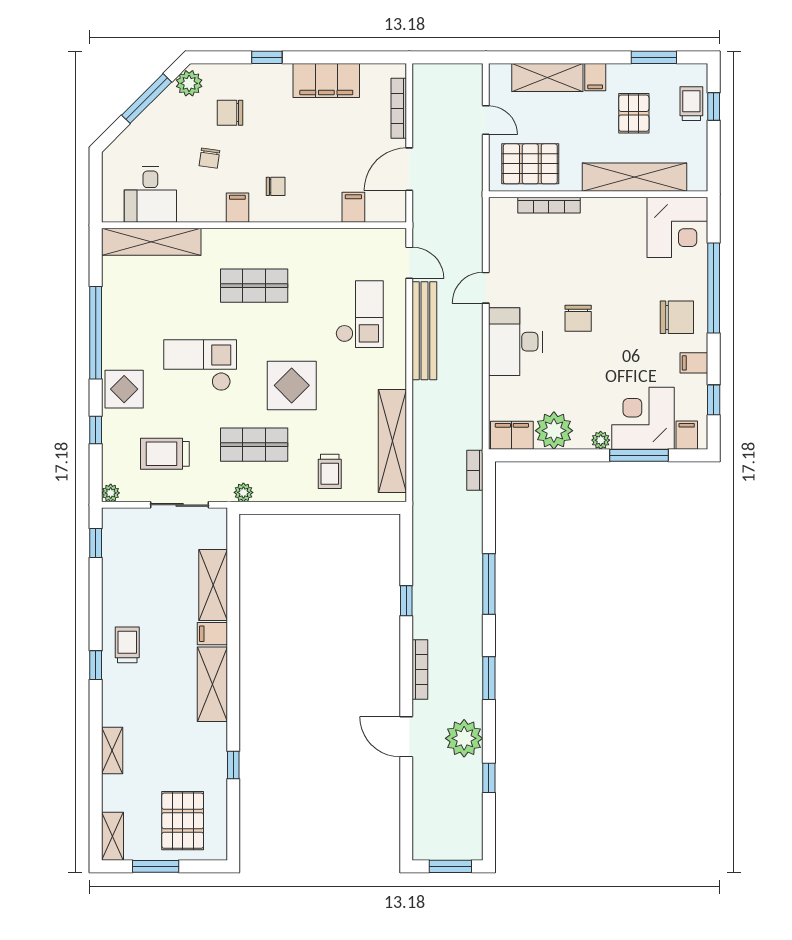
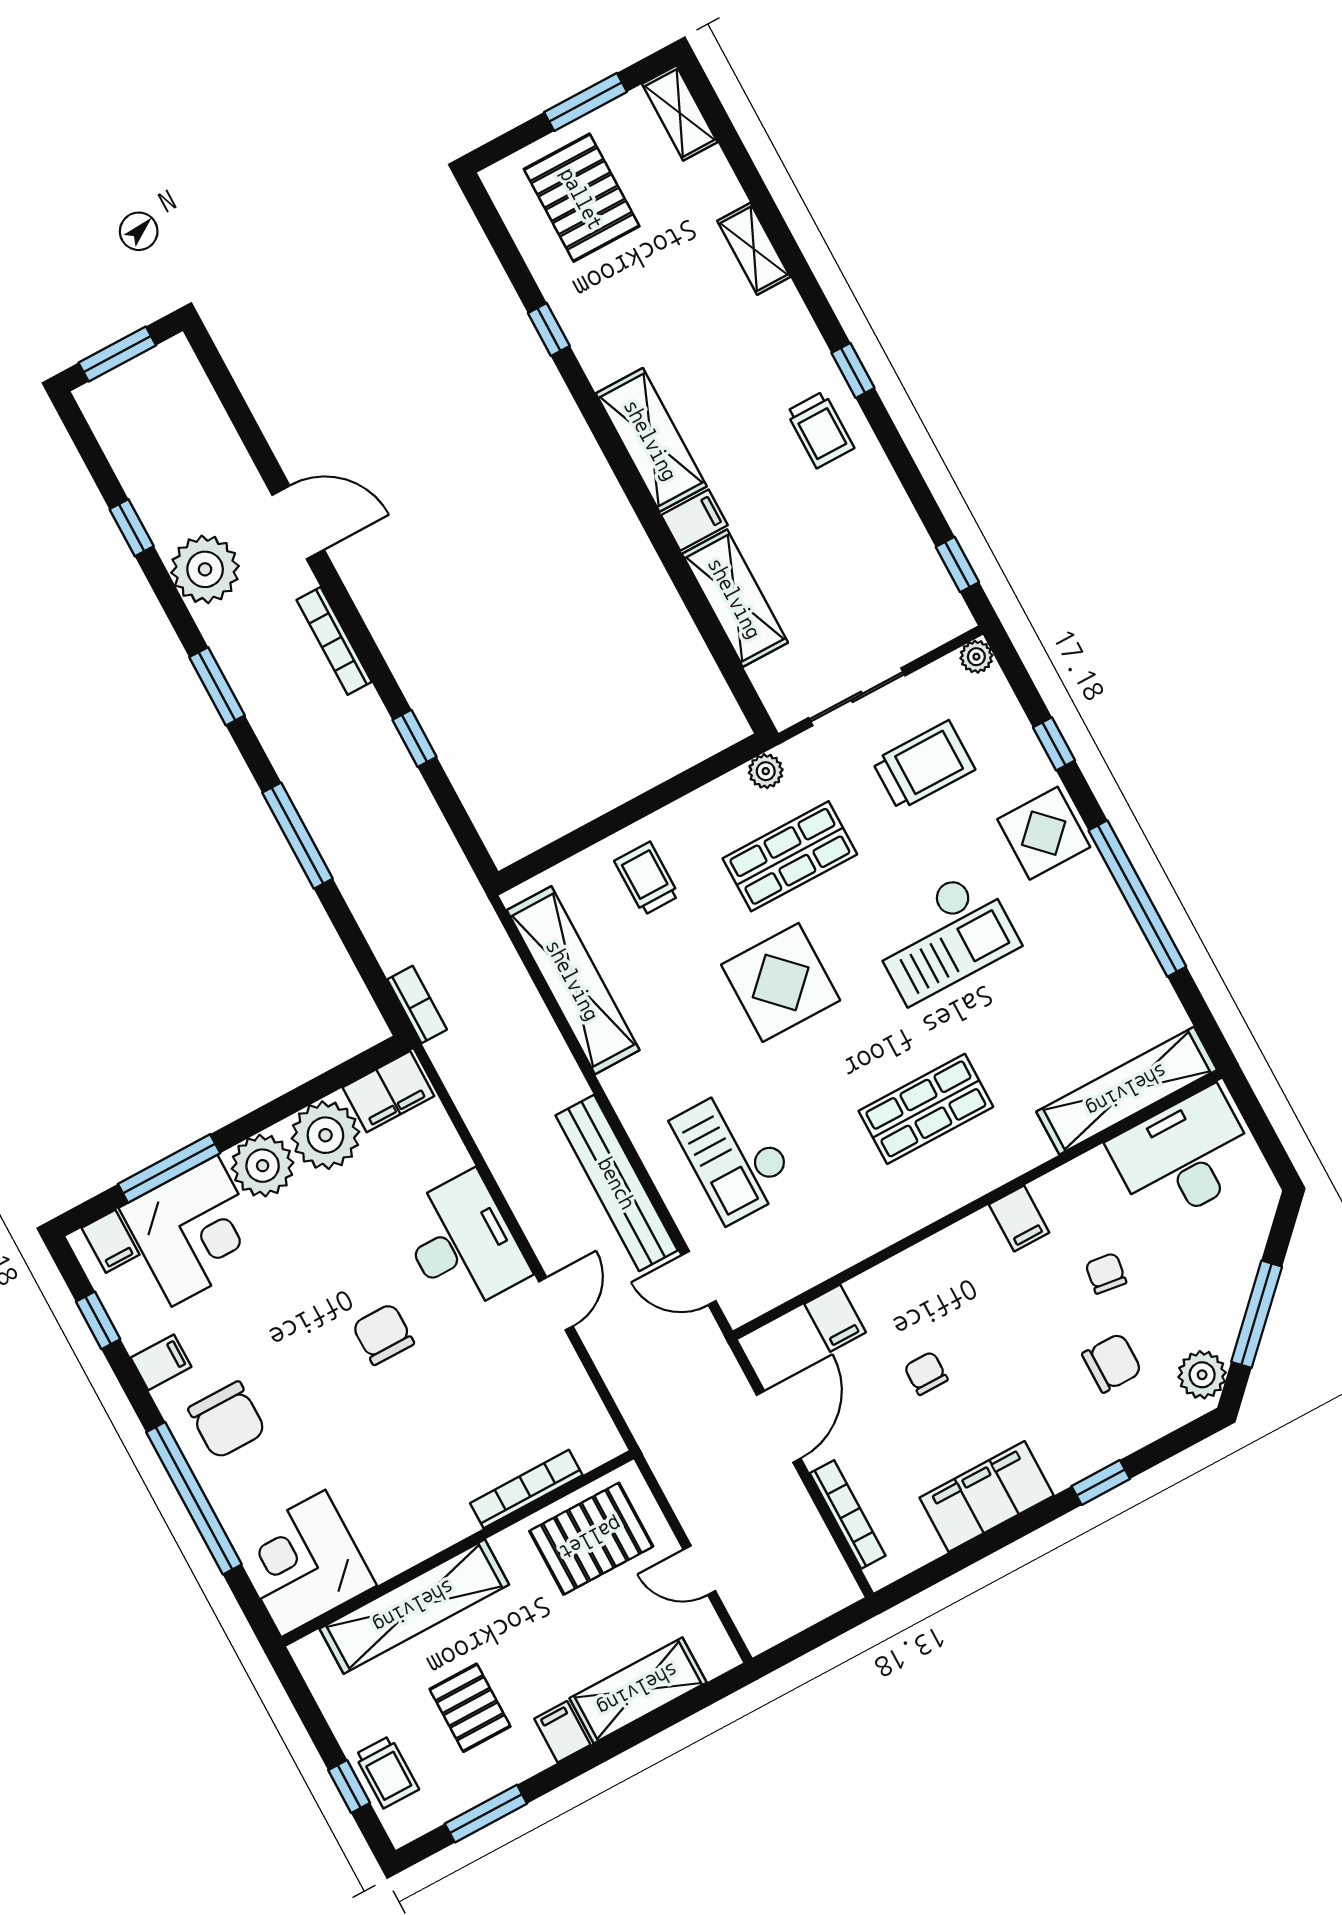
chair: (276, 186) -> (926, 1373), moved, turned 90
desk: (150, 194) -> (1184, 1157), width x1.37
chair: (677, 317) -> (227, 1420), turned -90
plant: (601, 440) -> (263, 1166), width x1.88, depth x1.88

